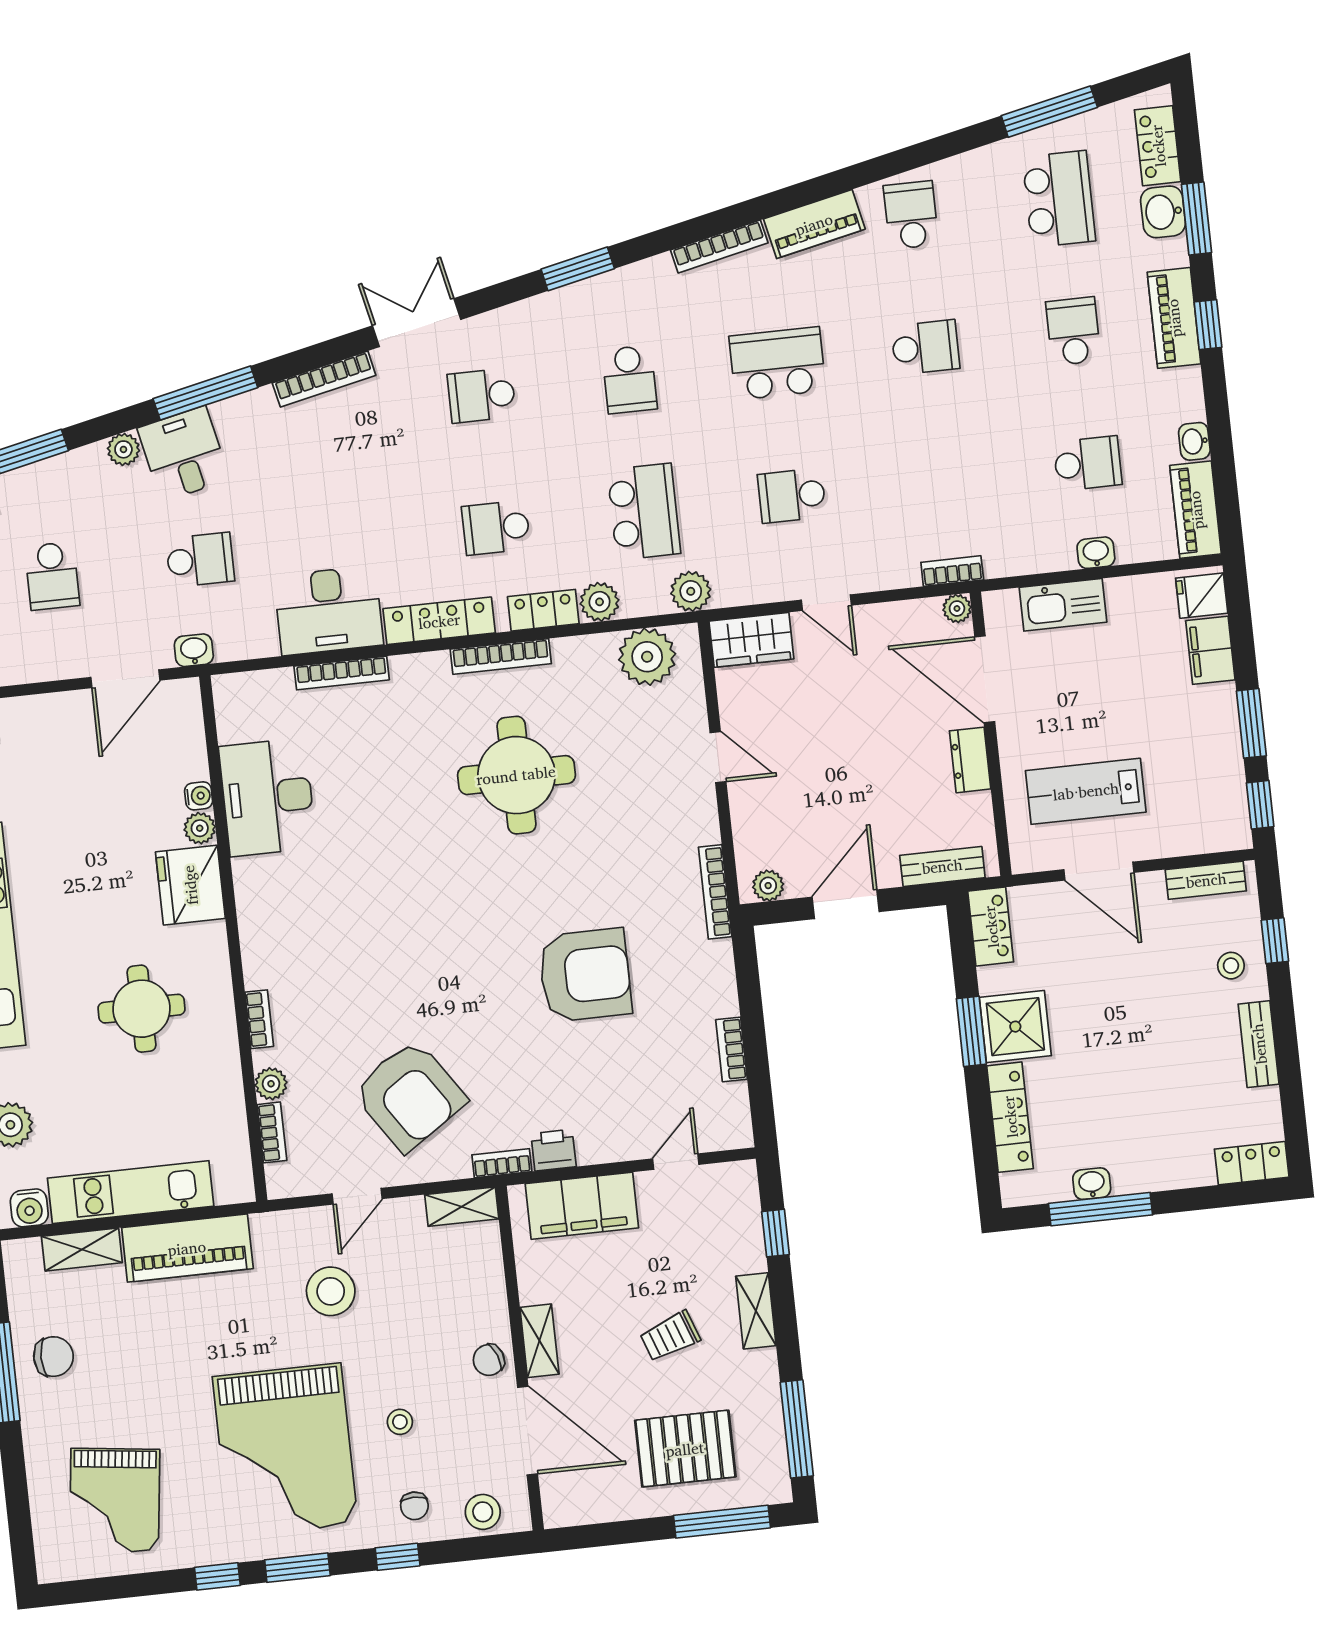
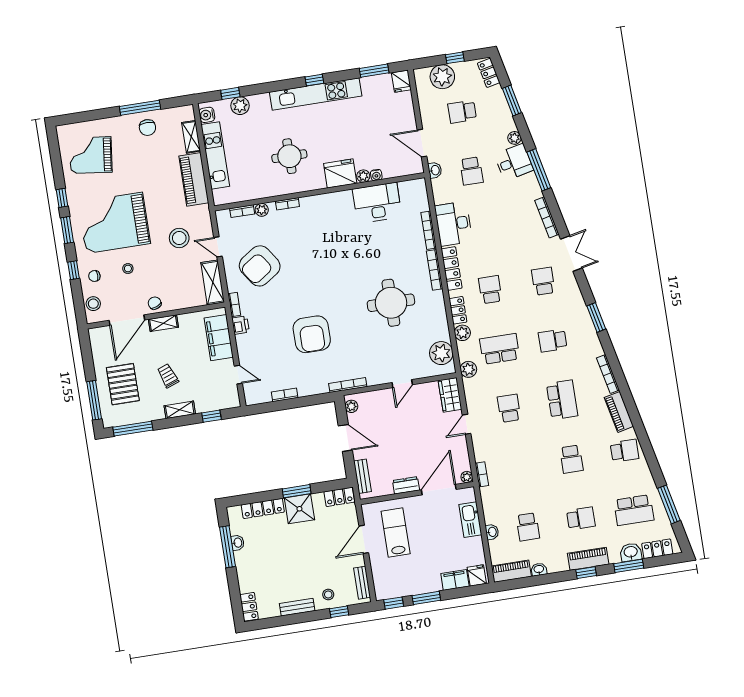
school desk: (644, 512) -> (500, 349), turned 180
bookcase: (501, 656) -> (435, 270), moved
shelving: (462, 1207) -> (213, 282), width x1.50, depth x1.33

